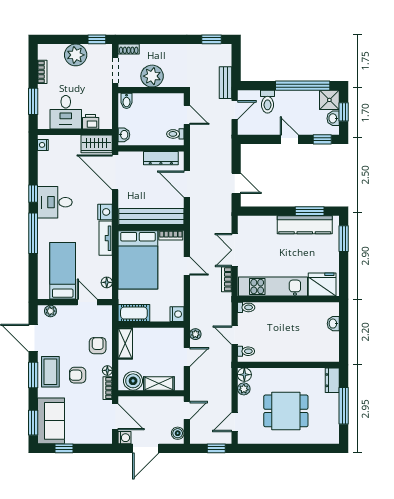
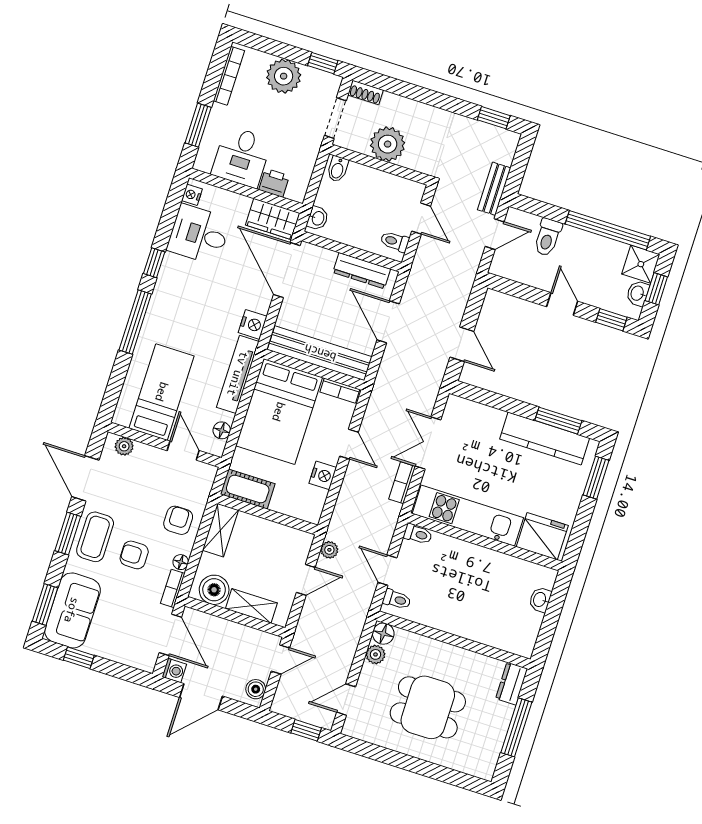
bookcase: (42, 72) -> (229, 76), width x1.56
desk: (55, 202) -> (199, 234), moved
tv unit: (106, 238) -> (238, 374), width x1.41
nightstand: (177, 314) -> (323, 475), moved

